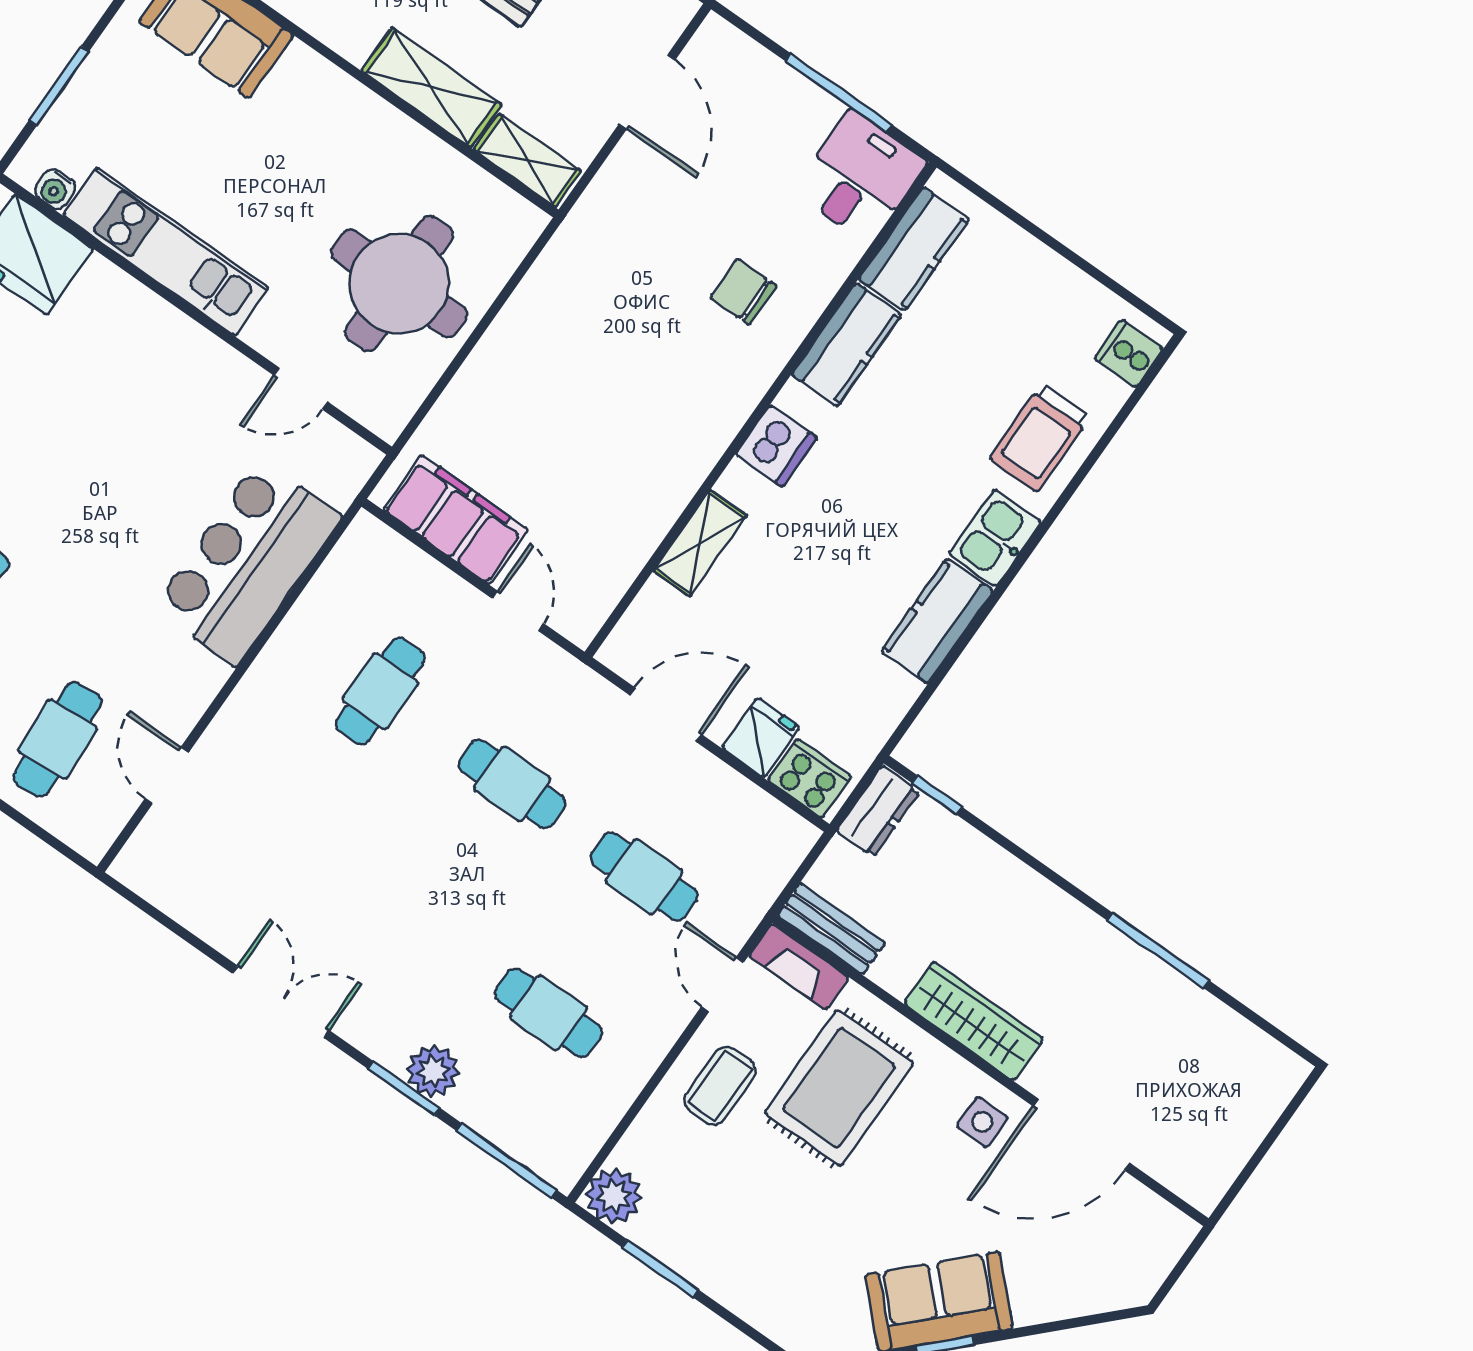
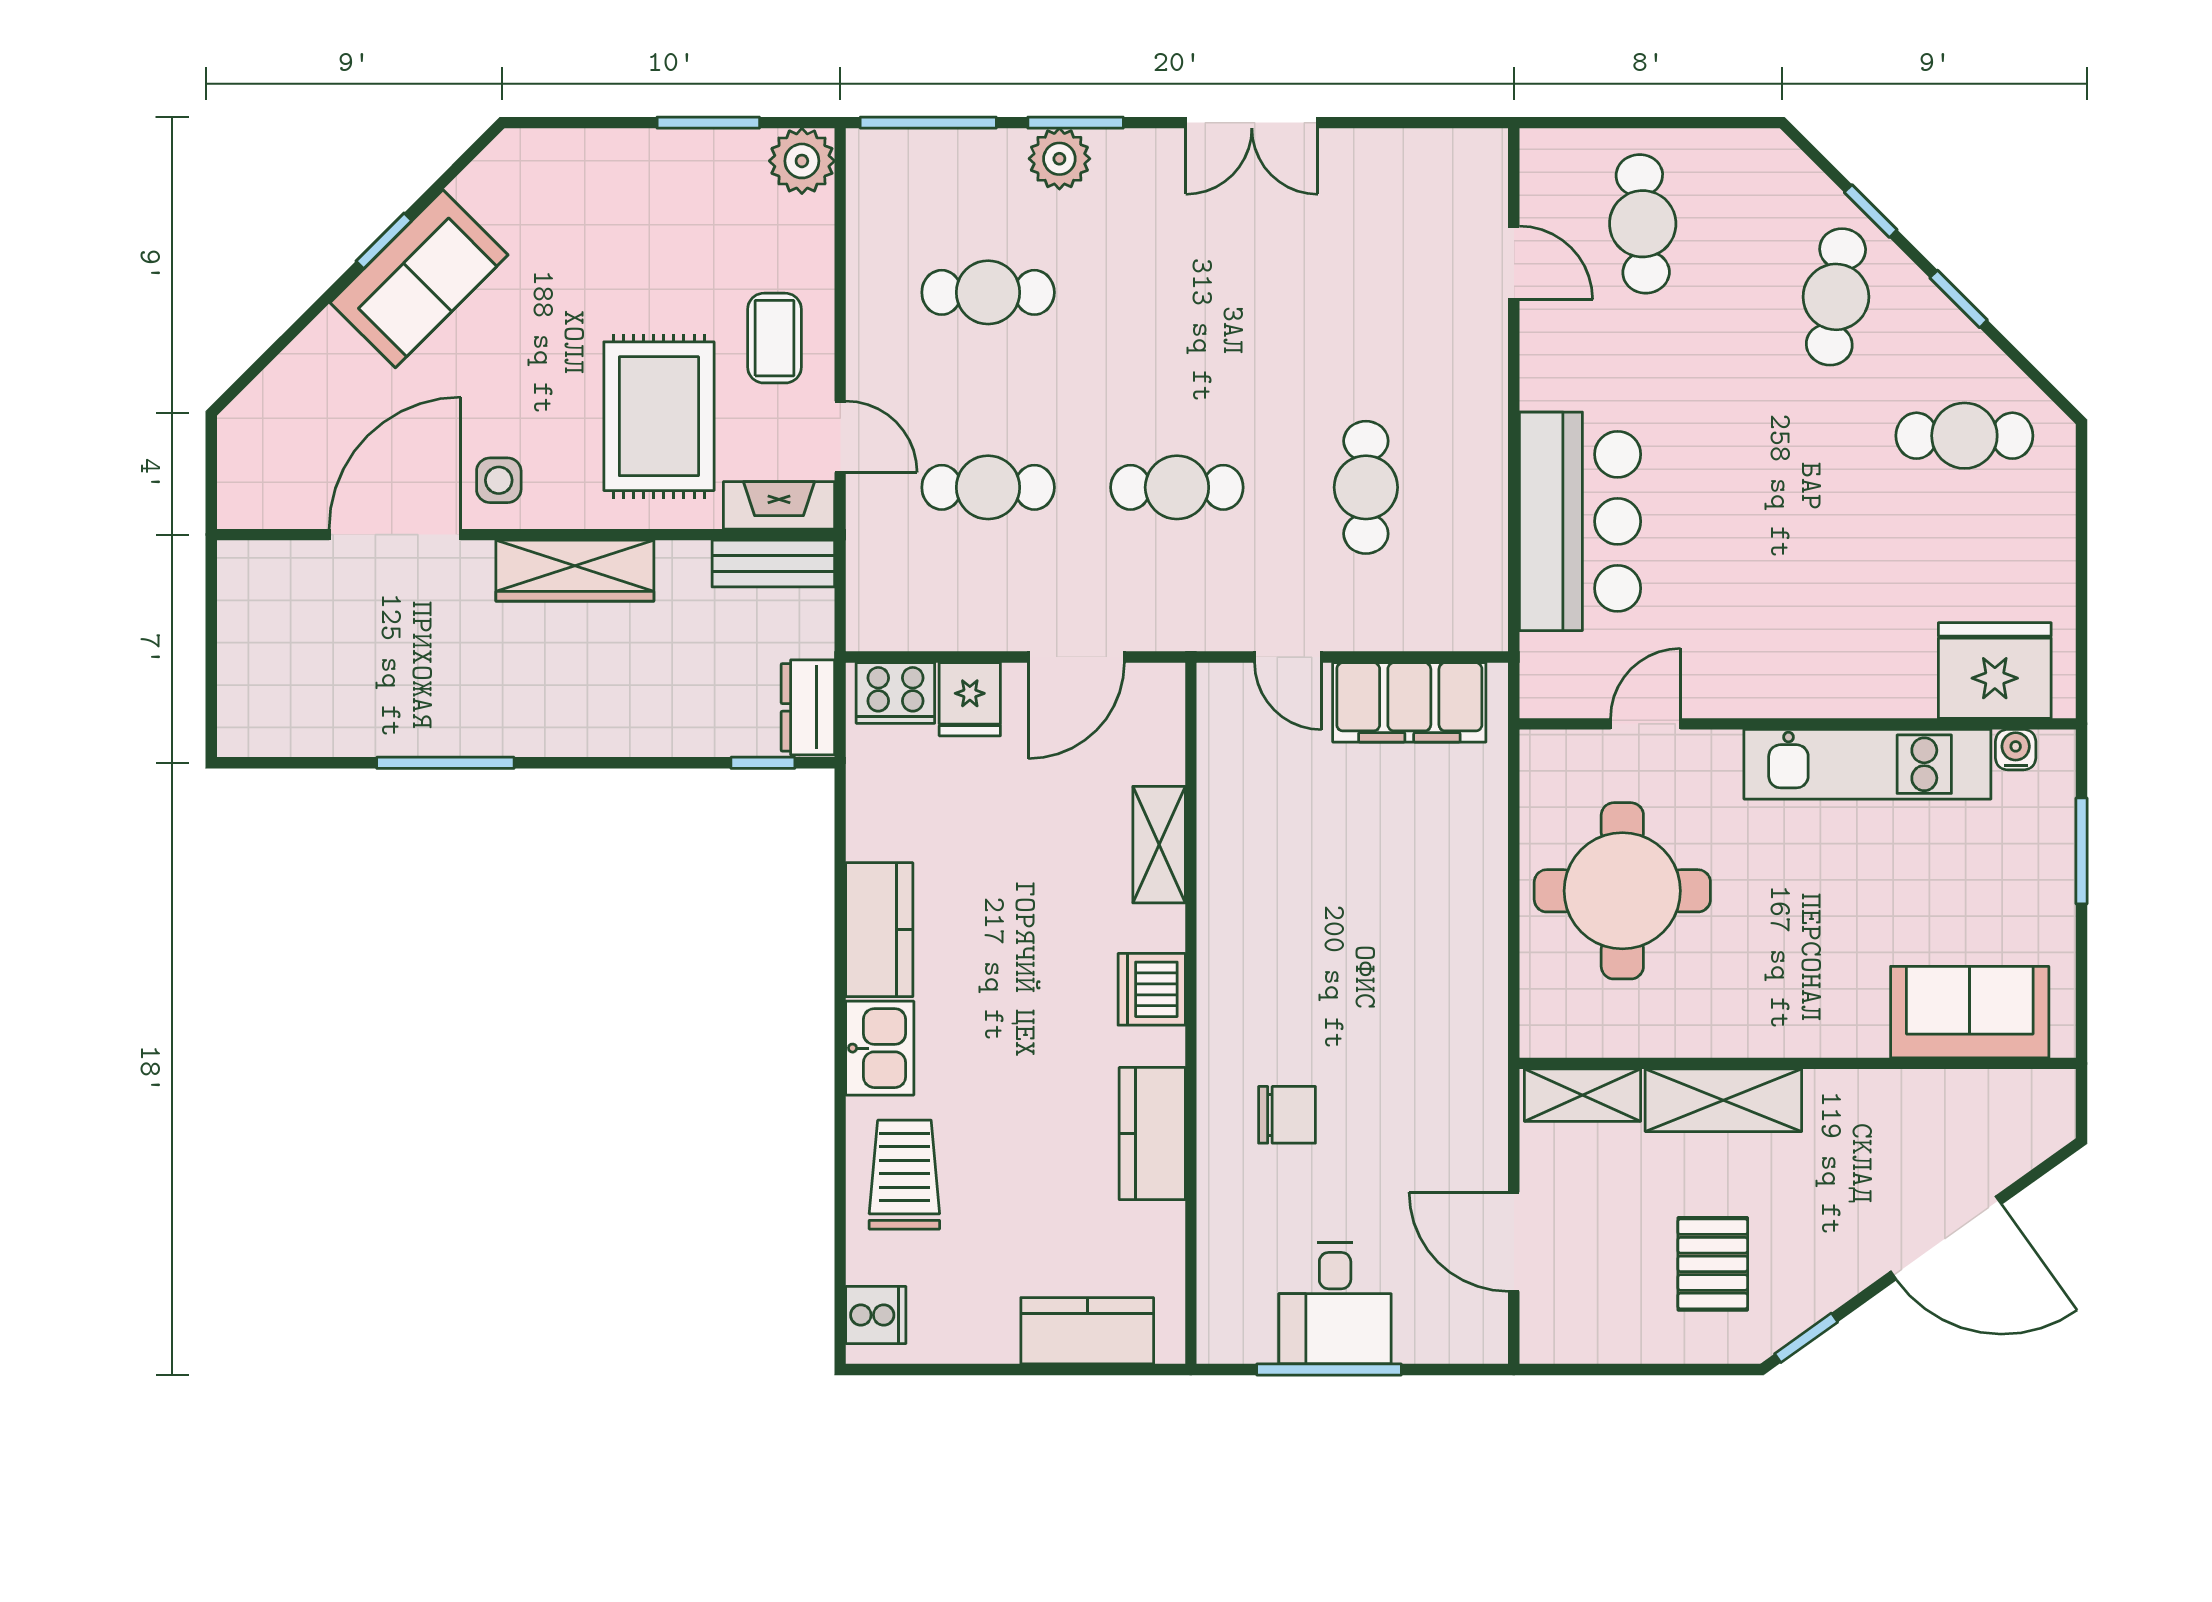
desk: (860, 177) -> (1335, 1303), moved
kitchen counter: (914, 249) -> (1087, 1331), moved, turned 90

